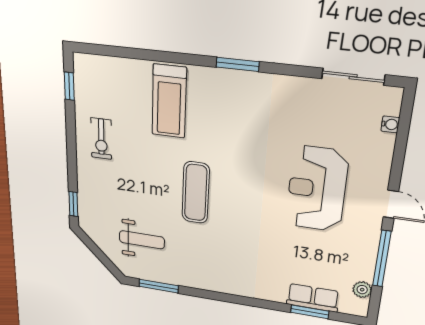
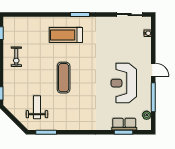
treadmill: (169, 101) -> (66, 35), moved, turned 90
reception desk: (317, 189) -> (124, 83), moved
weight bench: (142, 240) -> (37, 107), turned -90

